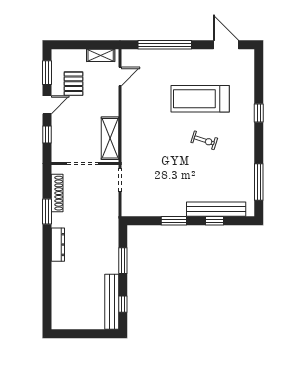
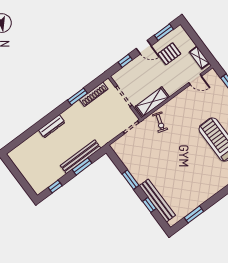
exercise bike: (204, 140) -> (160, 122), moved
window: (259, 182) -> (194, 214), width x0.69
dresser: (58, 245) -> (52, 126), moved
bench: (112, 302) -> (81, 157), moved

